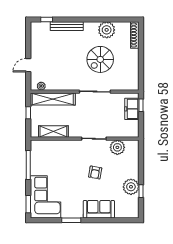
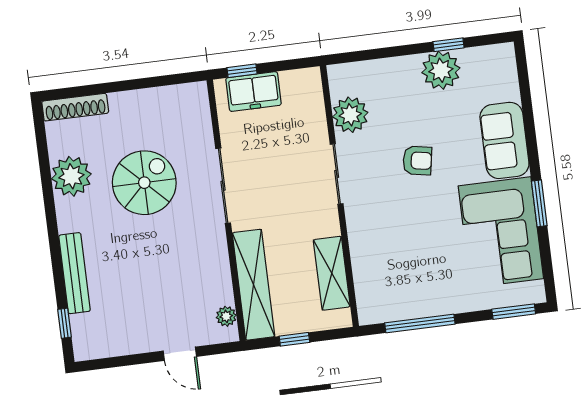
spiral stairs: (100, 59) -> (144, 183), turned -90
corner sofa: (45, 197) -> (501, 232), moved, turned -90

